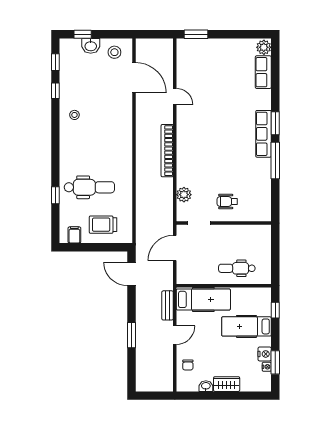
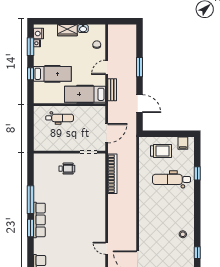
bookcase: (167, 151) -> (112, 174), moved
plant: (184, 195) -> (100, 174), removed
door: (132, 274) -> (139, 104), moved
window: (275, 310) -> (30, 74), moved
nightstand: (265, 354) -> (39, 34), moved

